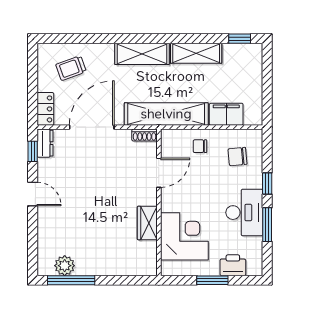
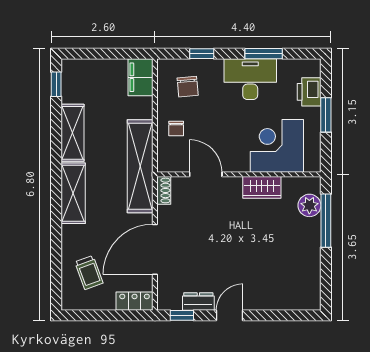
filing cabinet: (226, 114) -> (140, 77), moved
door: (92, 127) -> (155, 249), hinge flipped
dresser: (45, 143) -> (198, 301), moved
window: (267, 184) -> (202, 54), moved
plant: (65, 266) -> (309, 205), moved
window: (71, 280) -> (326, 221), moved

